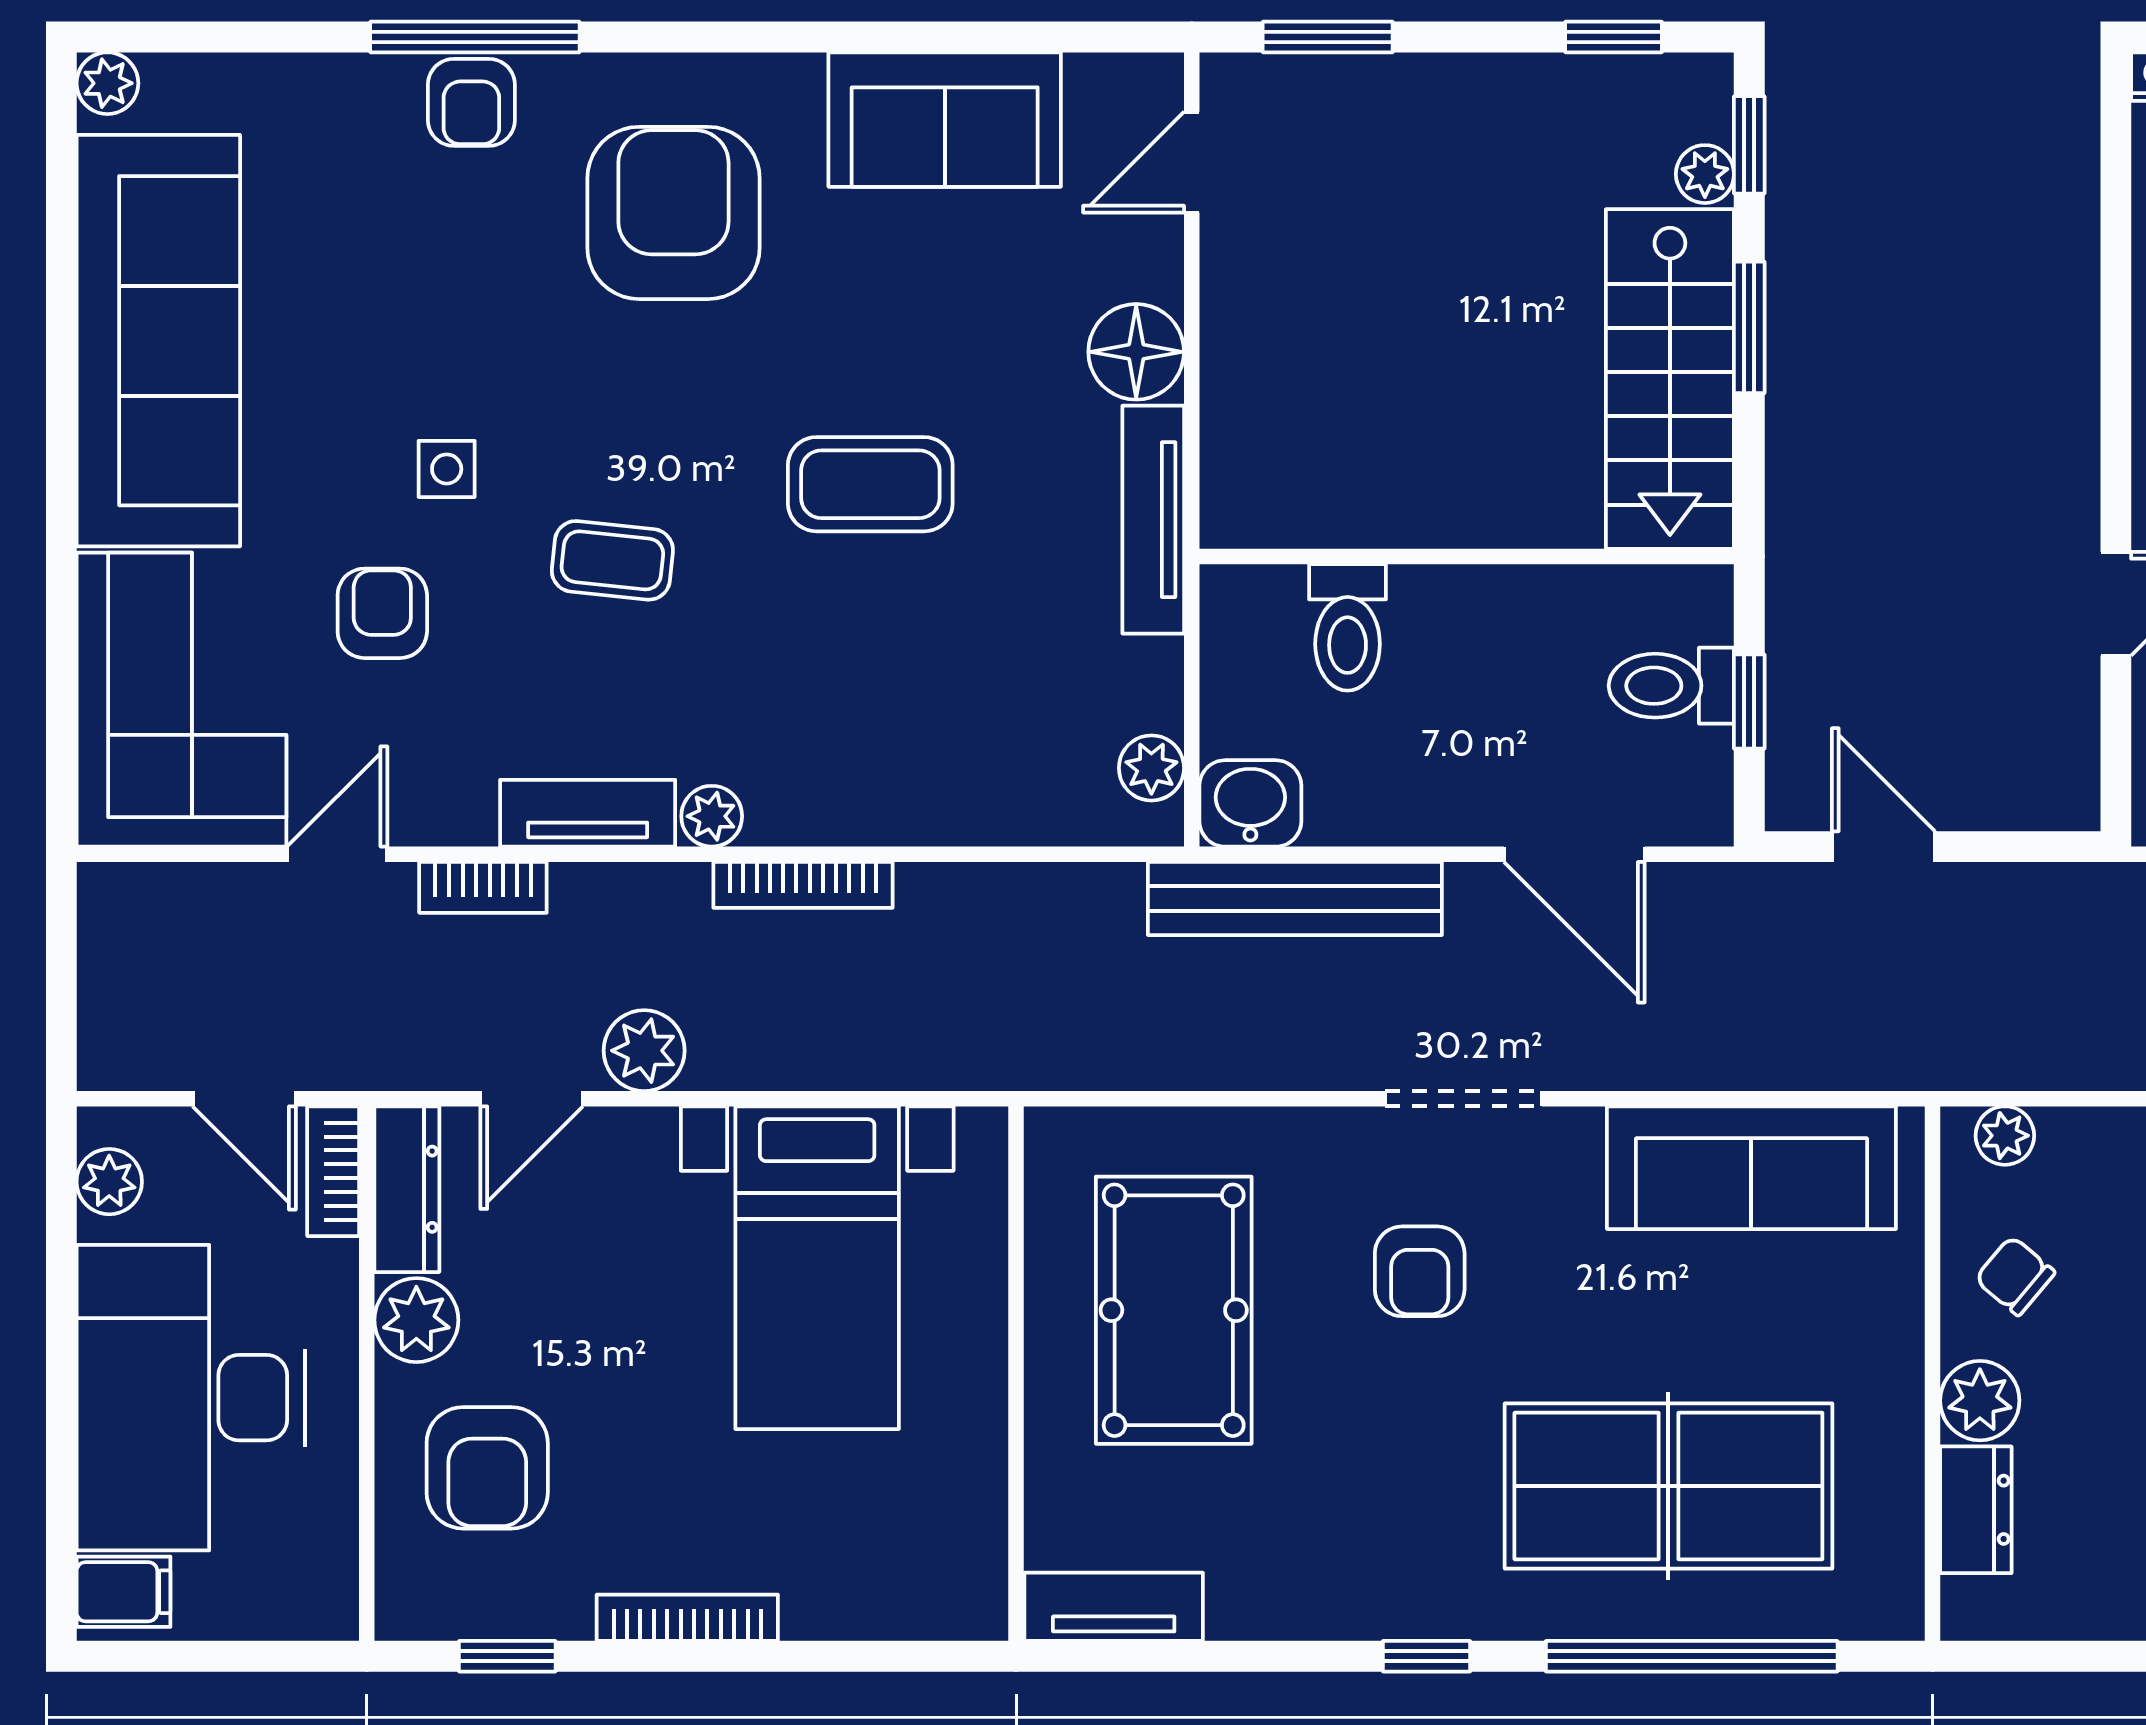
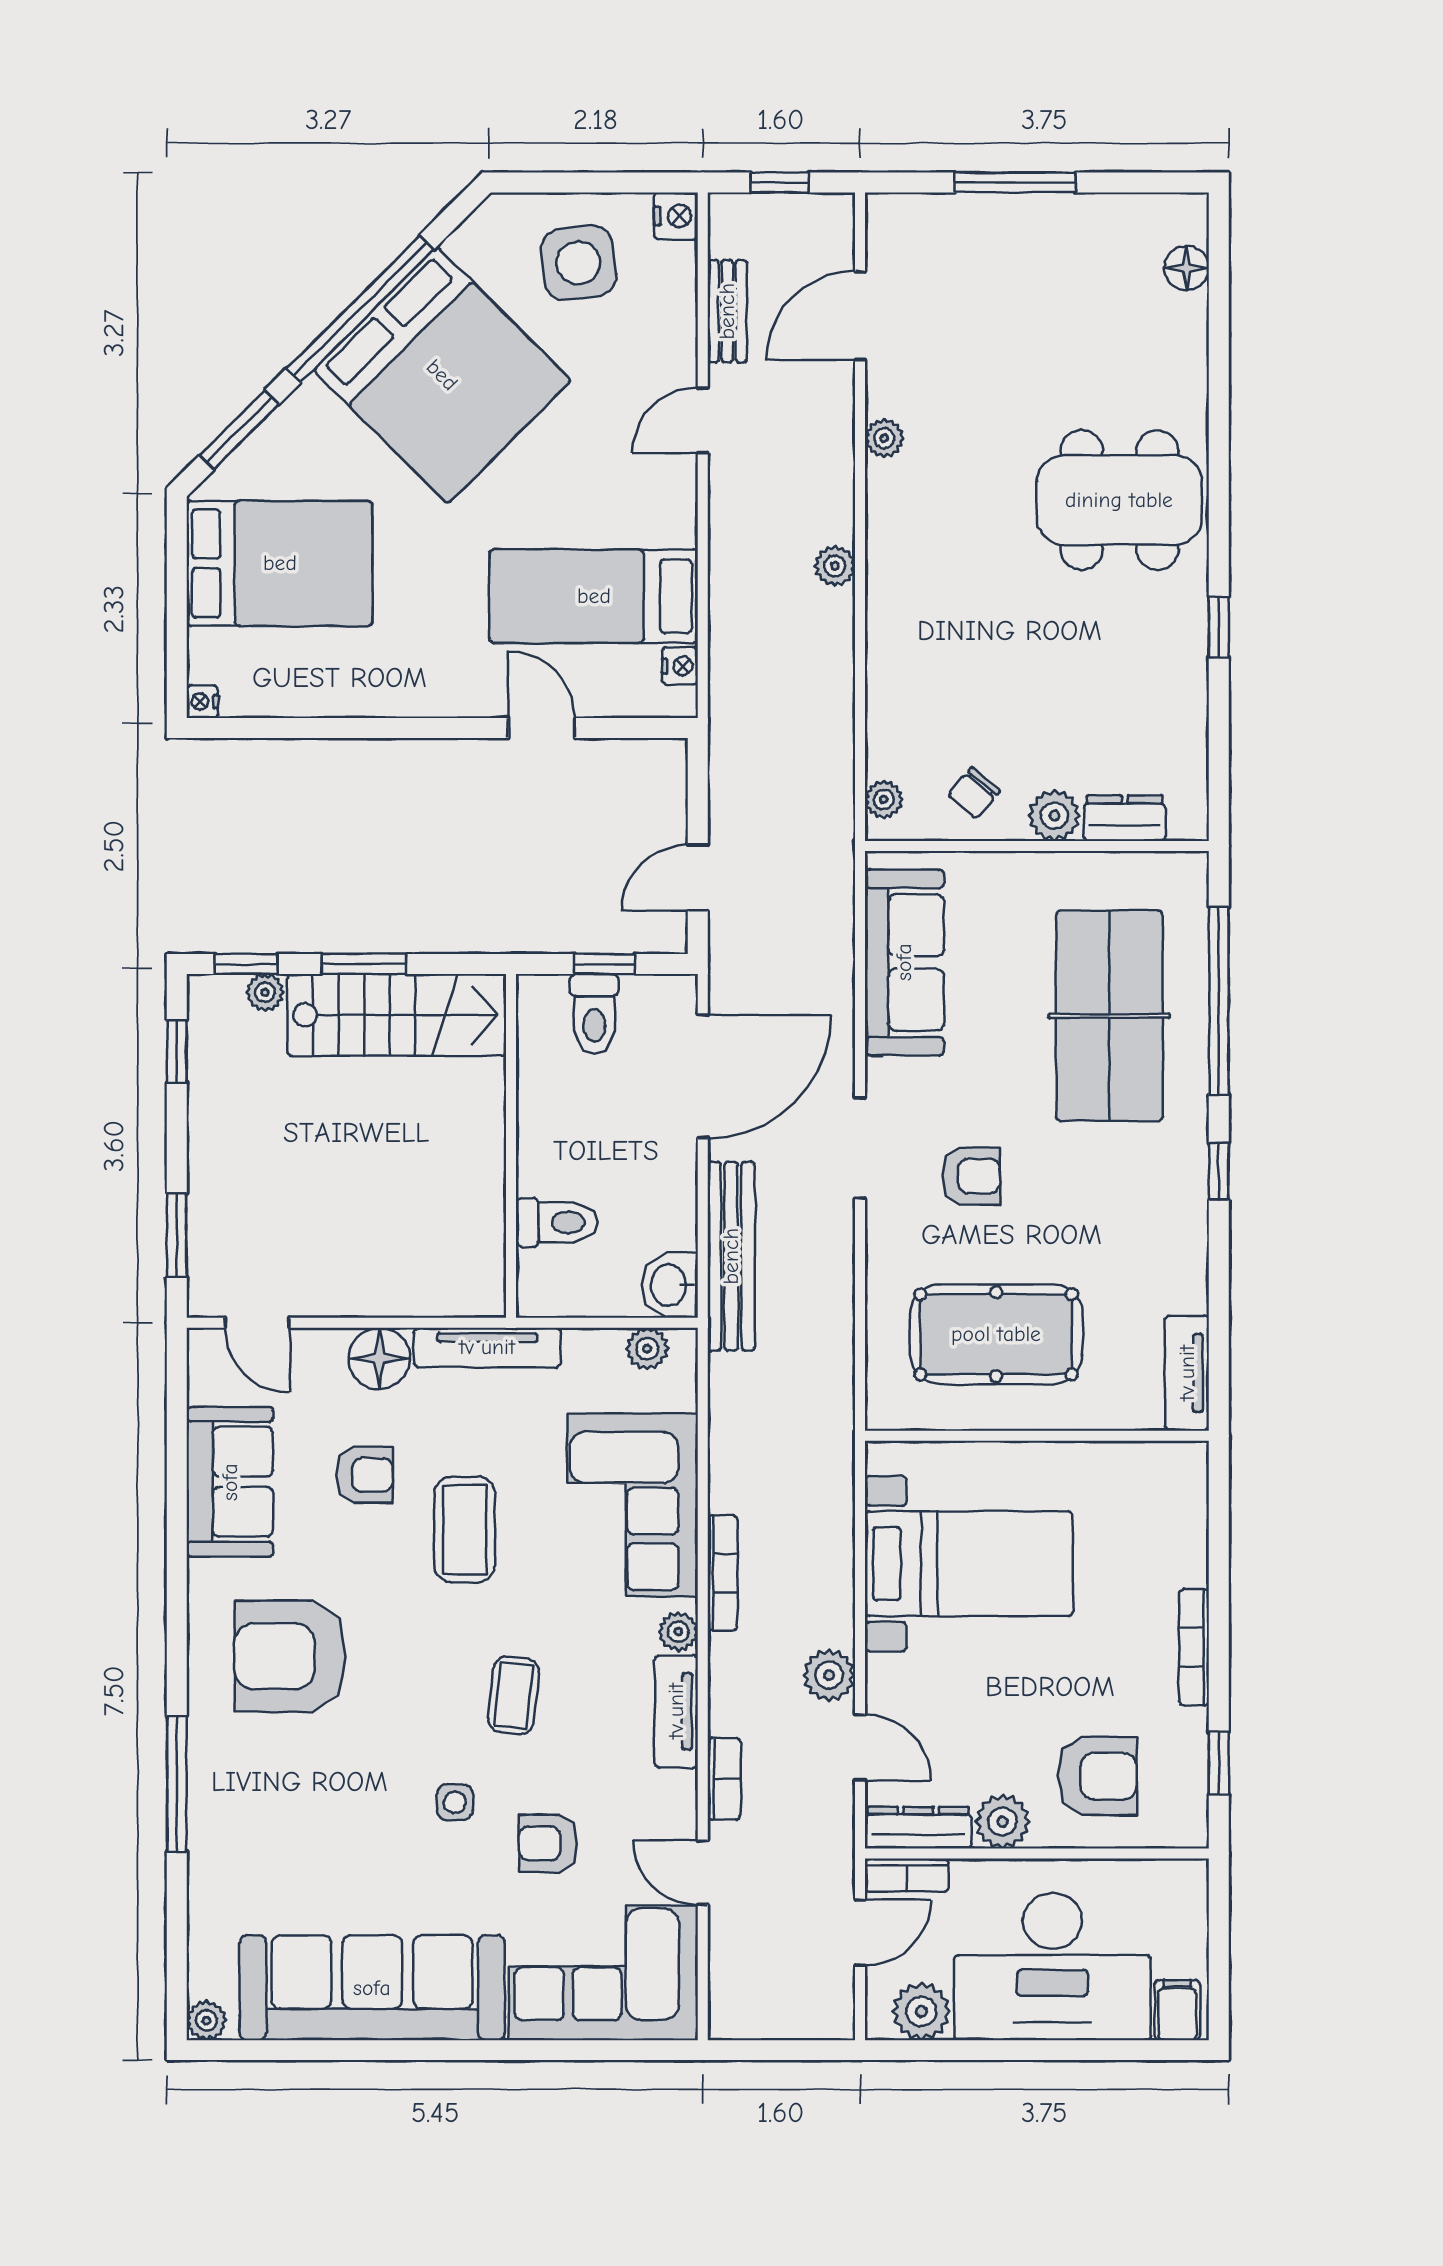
armchair: (471, 102) -> (365, 1475), moved
corner sofa: (908, 745) -> (633, 1505), added
door: (1574, 854) -> (703, 1076), width x1.36
plant: (109, 1182) -> (921, 2011), width x1.38, depth x1.38

